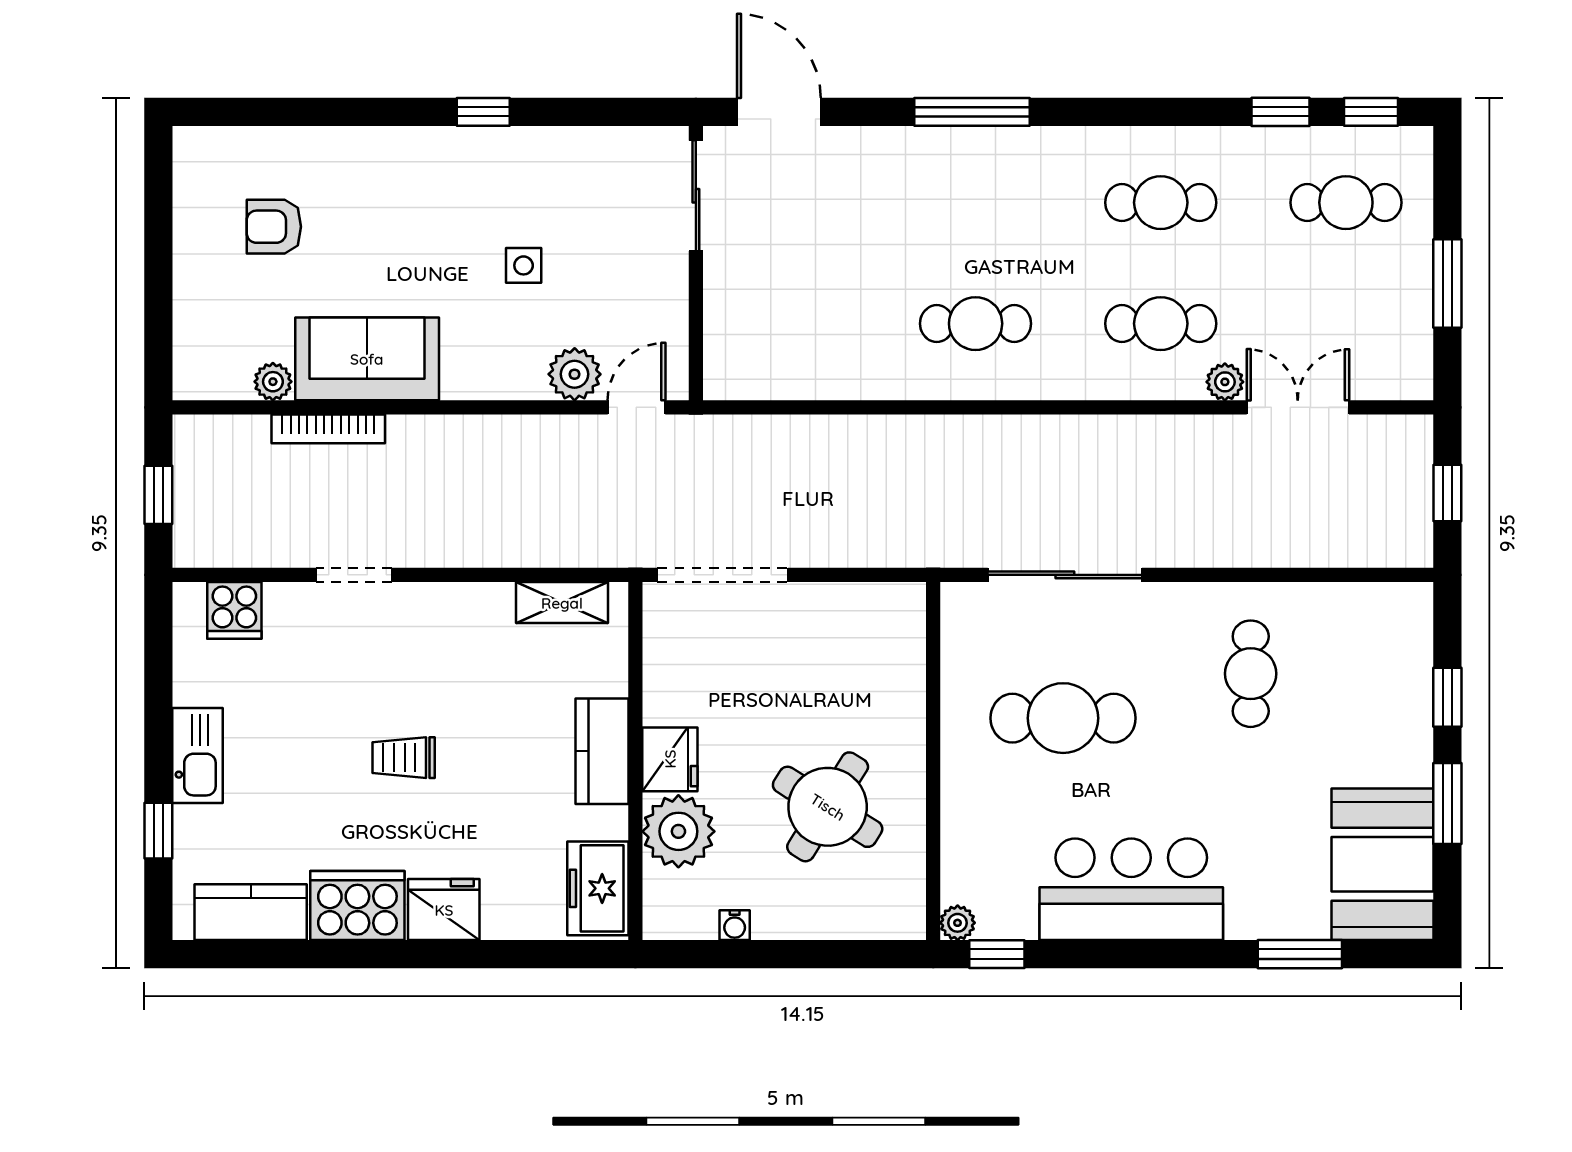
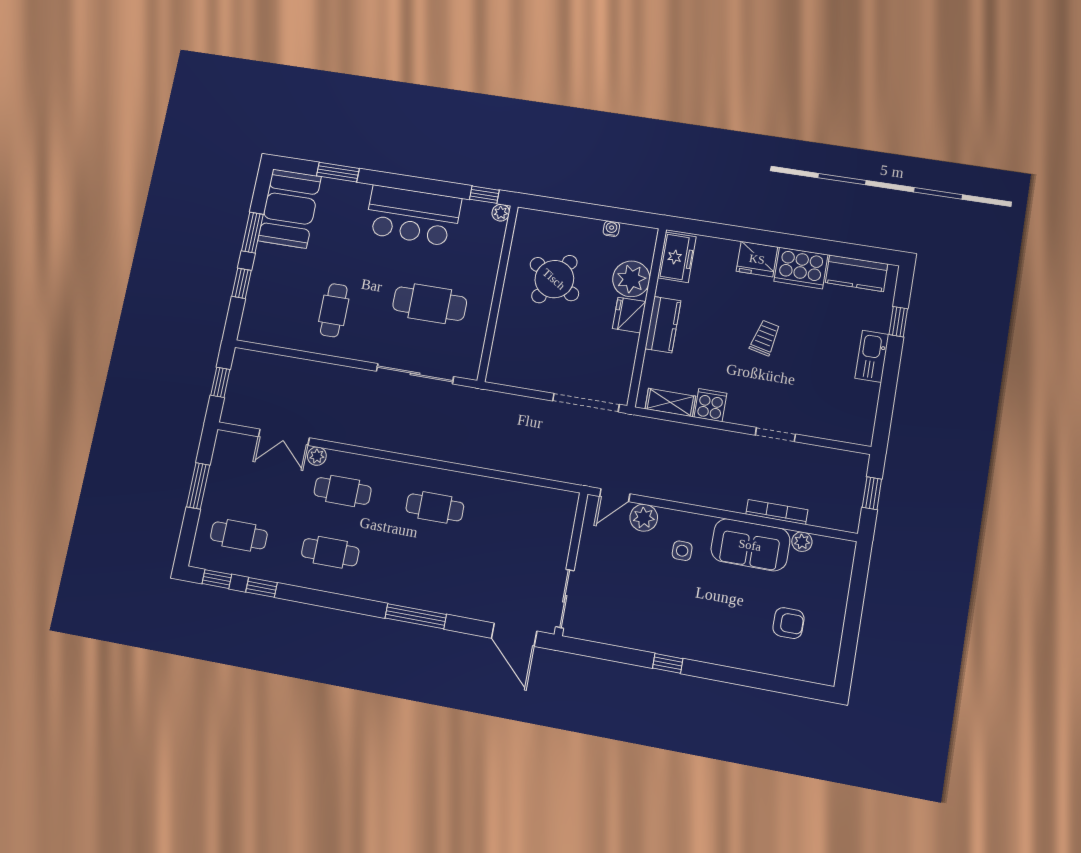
side table: (524, 265) -> (682, 551), moved
cooker: (234, 610) -> (710, 405), moved
trolley: (404, 758) -> (765, 338), turned -77

